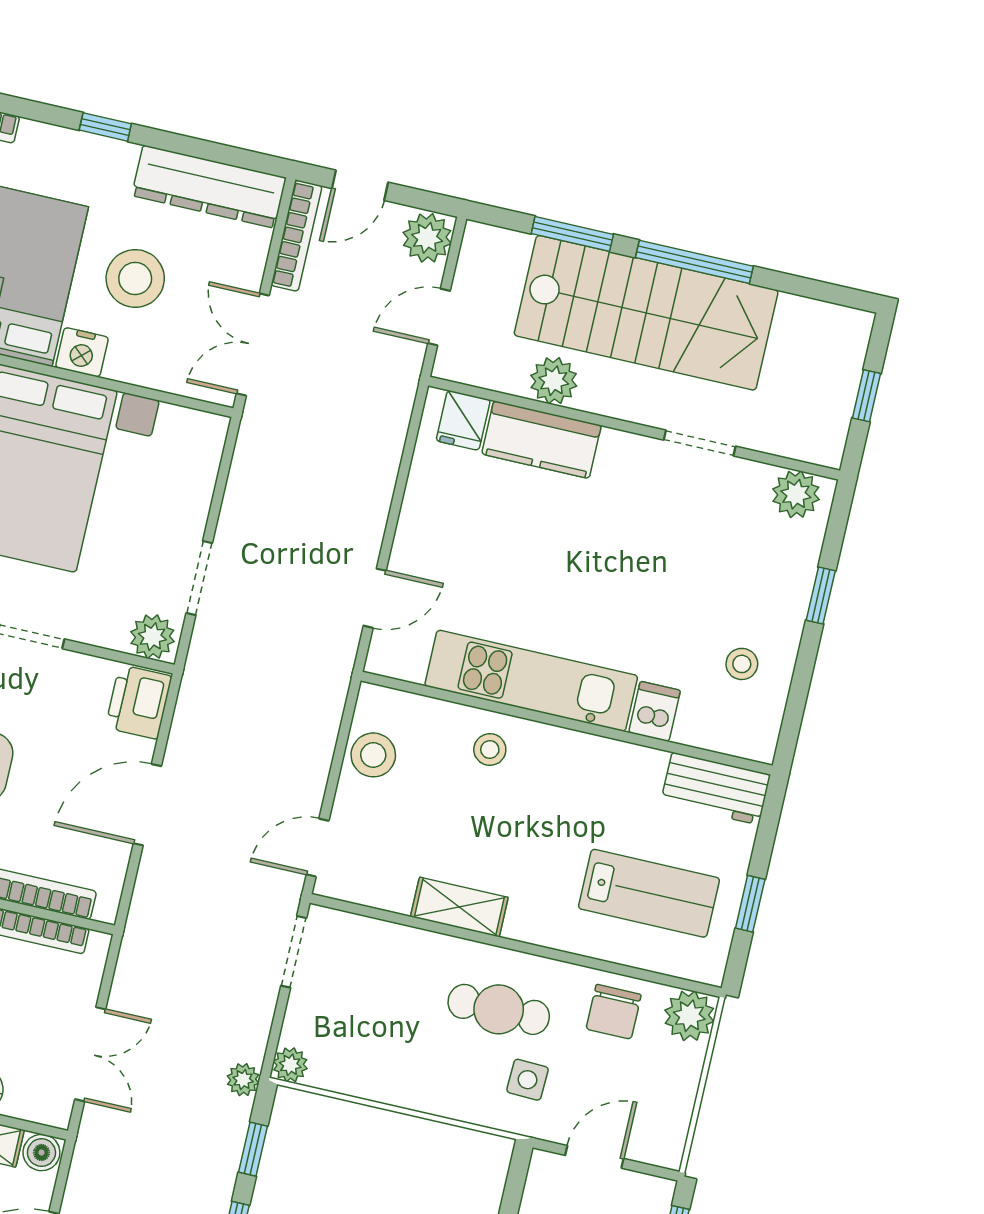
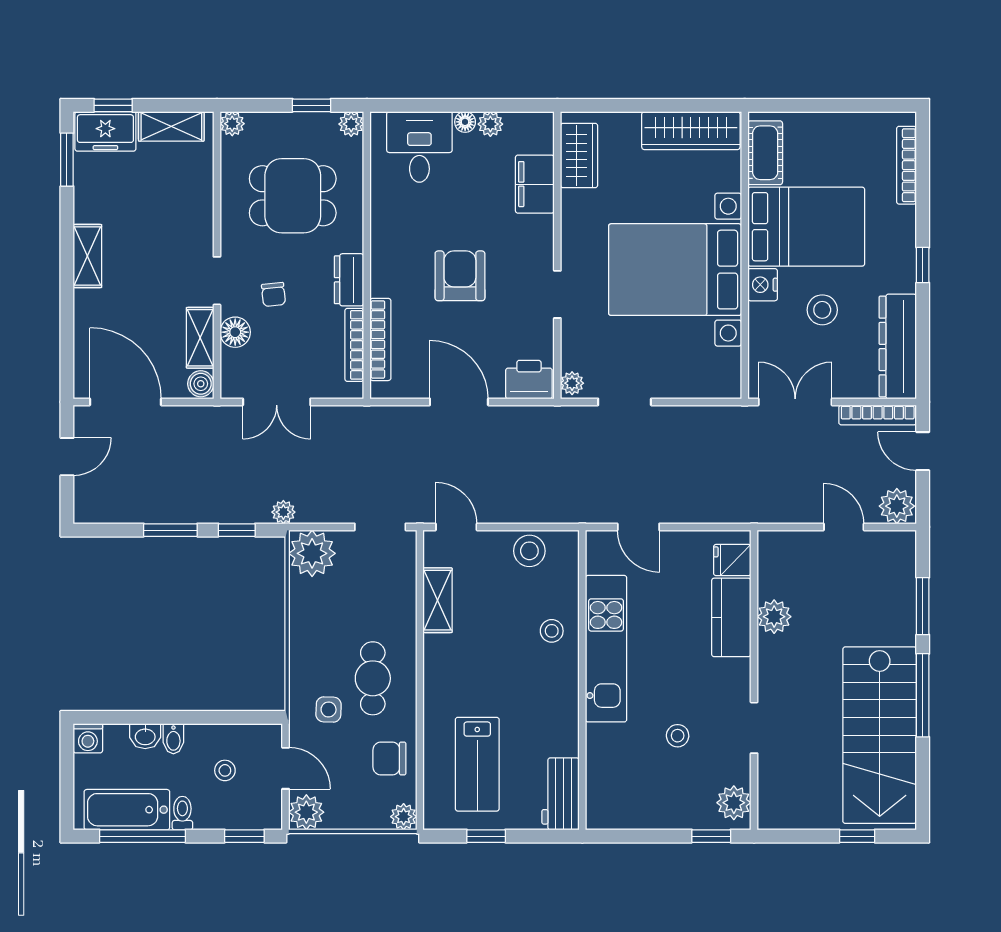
stool: (135, 278) -> (822, 310), width x0.73, depth x0.73
stairs: (646, 313) -> (880, 735), moved
plant: (554, 381) -> (774, 617), moved
fridge: (463, 420) -> (732, 560), moved
wall: (634, 428) -> (754, 680), moved
kitchen counter: (541, 440) -> (731, 617), moved
doorway: (700, 443) -> (754, 728), moved
plant: (796, 494) -> (734, 803), moved
plant: (152, 637) -> (572, 383), width x0.73, depth x0.73
stool: (742, 664) -> (678, 736), moved
dishwasher: (655, 711) -> (604, 739), removed
shelving: (459, 907) -> (438, 600), moved
plant: (689, 1016) -> (404, 817), width x0.73, depth x0.73
plant: (290, 1065) -> (312, 553), width x1.88, depth x1.88
plant: (661, 1142) -> (306, 812), added

